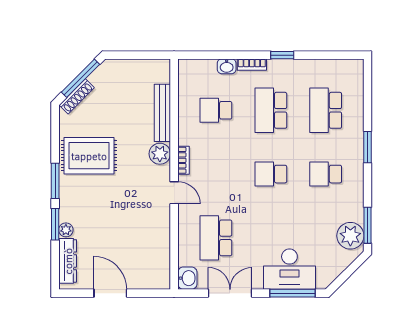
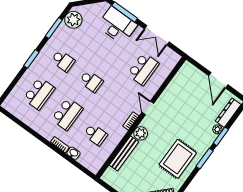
window: (282, 55) -> (41, 138), removed
rug: (89, 156) -> (178, 159), turned 90
window: (368, 225) -> (54, 28), moved
washbasin: (187, 278) -> (173, 59), removed

